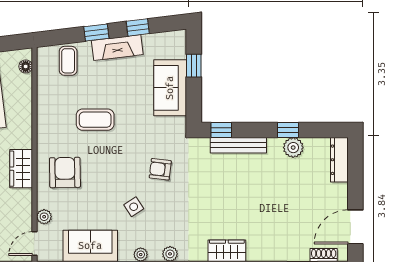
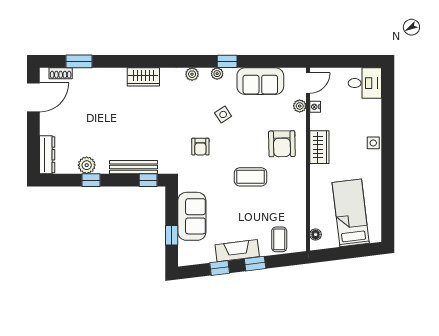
coffee table: (95, 120) -> (251, 177), moved
armchair: (160, 169) -> (200, 147), turned 83
nightstand: (26, 216) -> (315, 107), added

